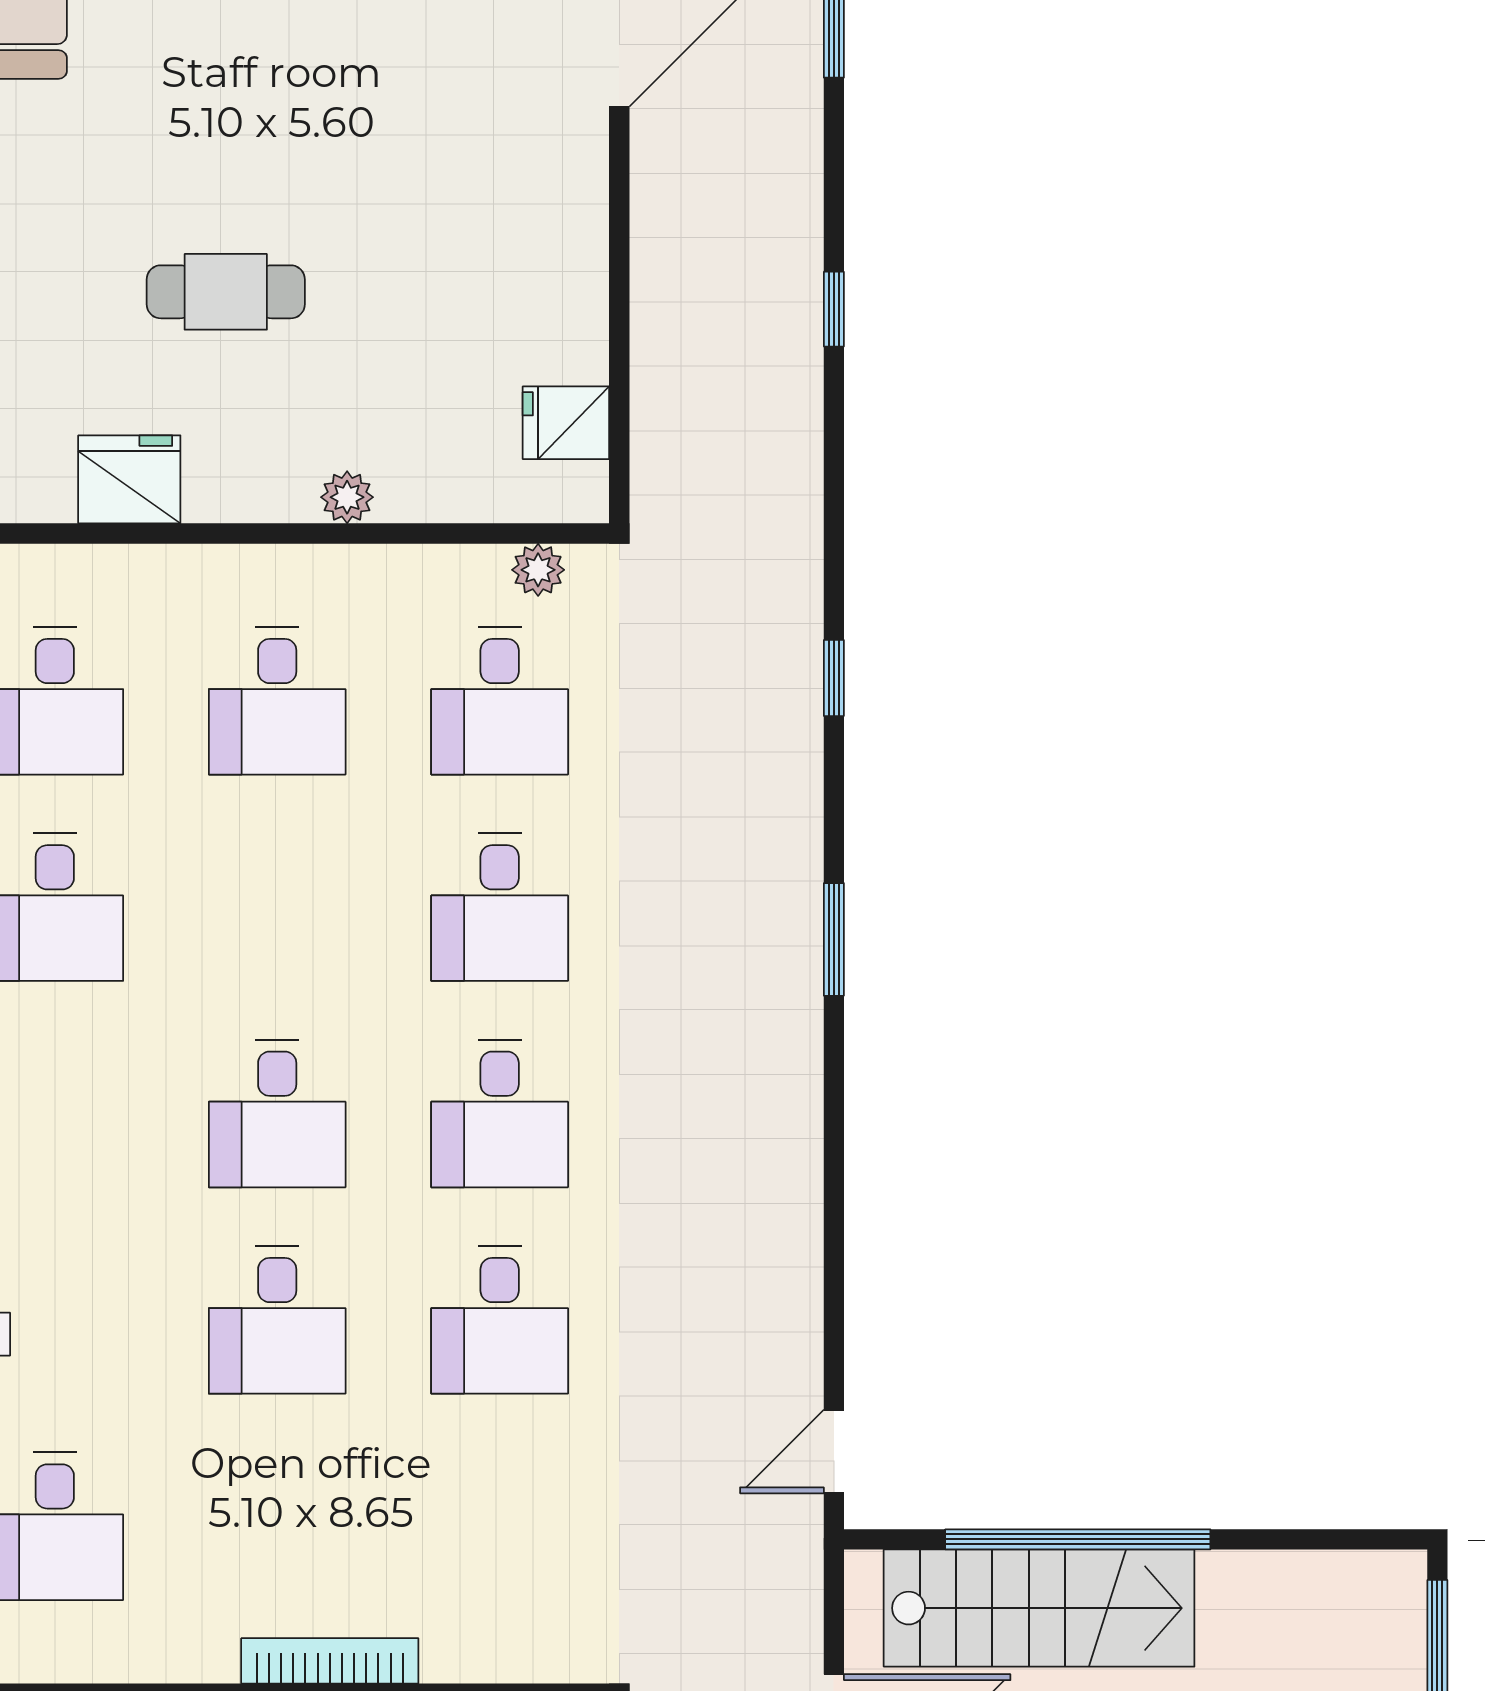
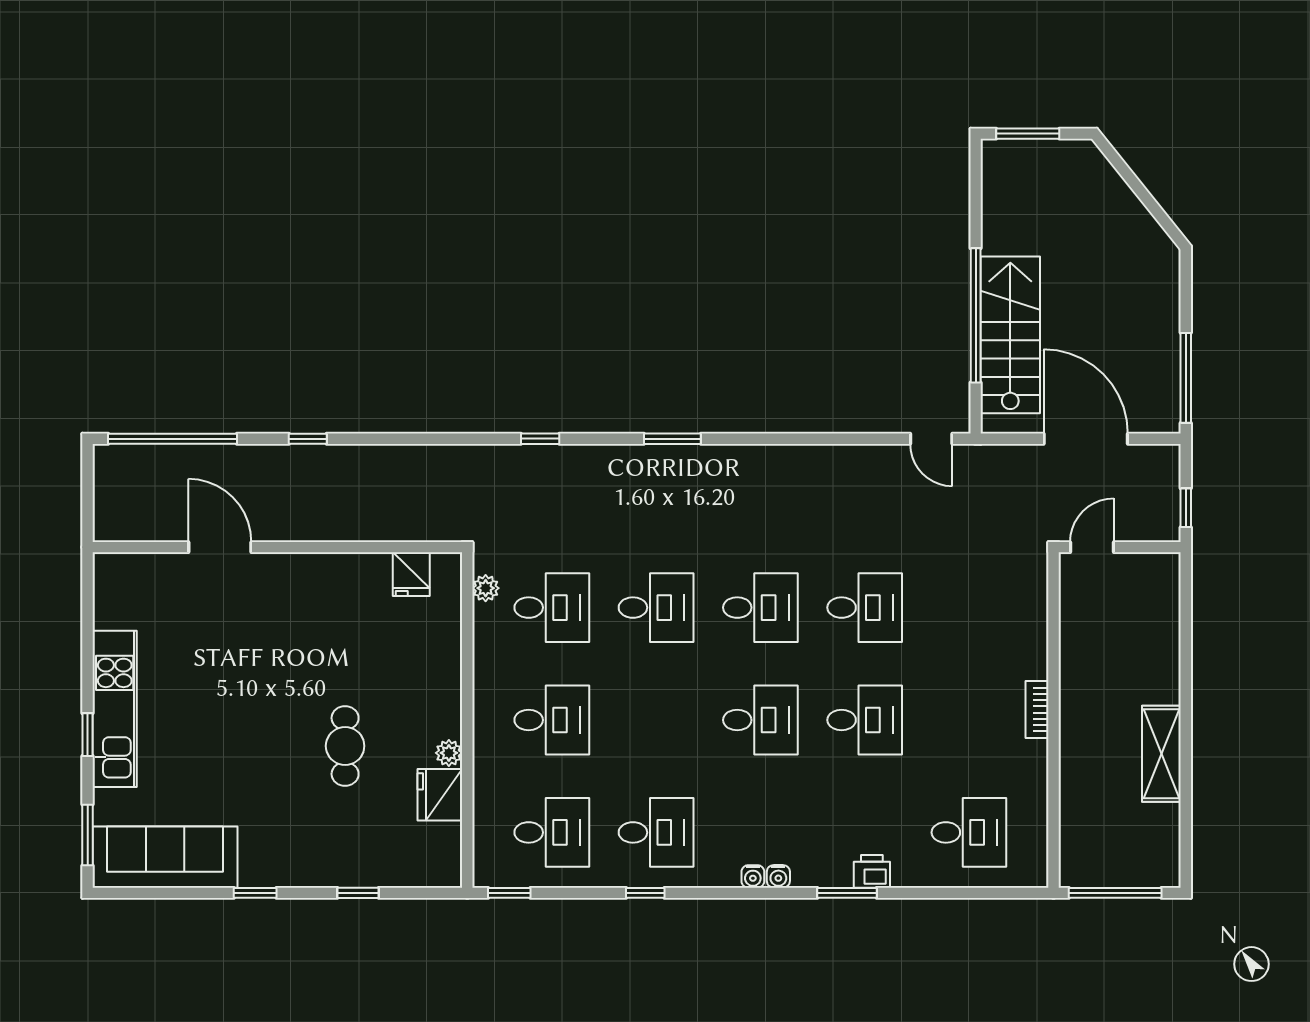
window: (834, 309) -> (308, 439), moved
plant: (347, 497) -> (449, 753), moved
bookcase: (330, 1661) -> (1037, 710), width x0.64

